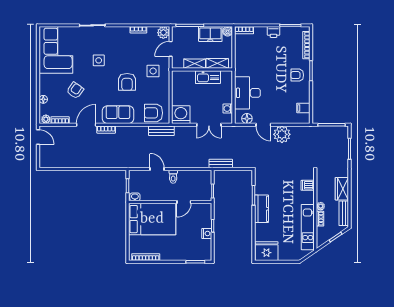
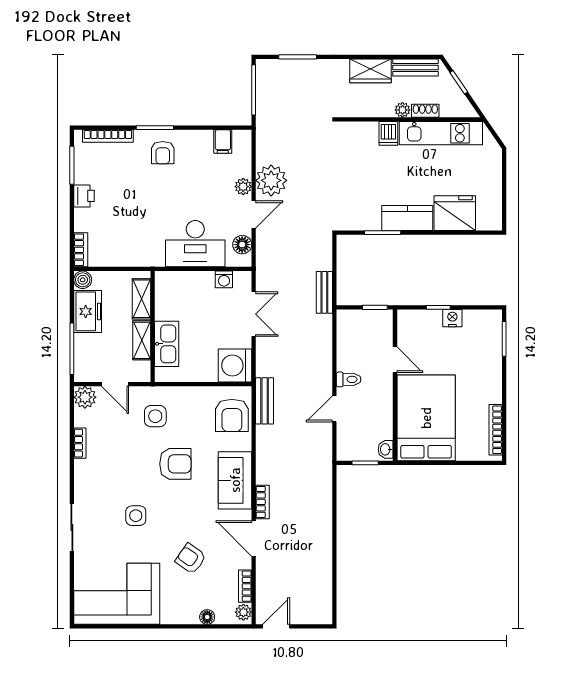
kitchen sink: (208, 77) -> (167, 344), moved
plant: (279, 119) -> (243, 187), added
dishwasher: (308, 185) -> (388, 133), moved
fridge: (266, 251) -> (455, 213), moved, turned 90

